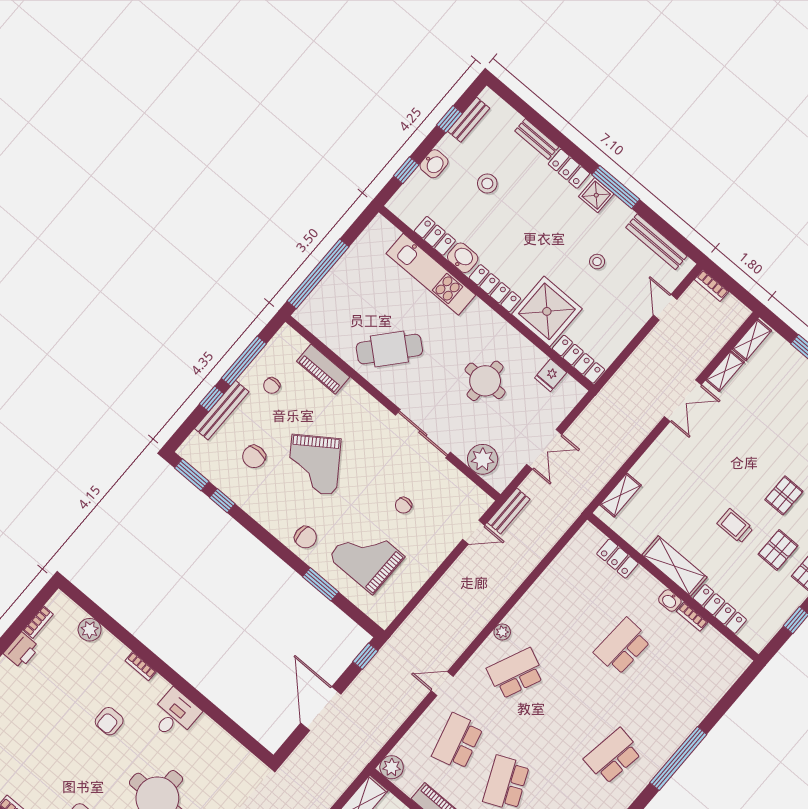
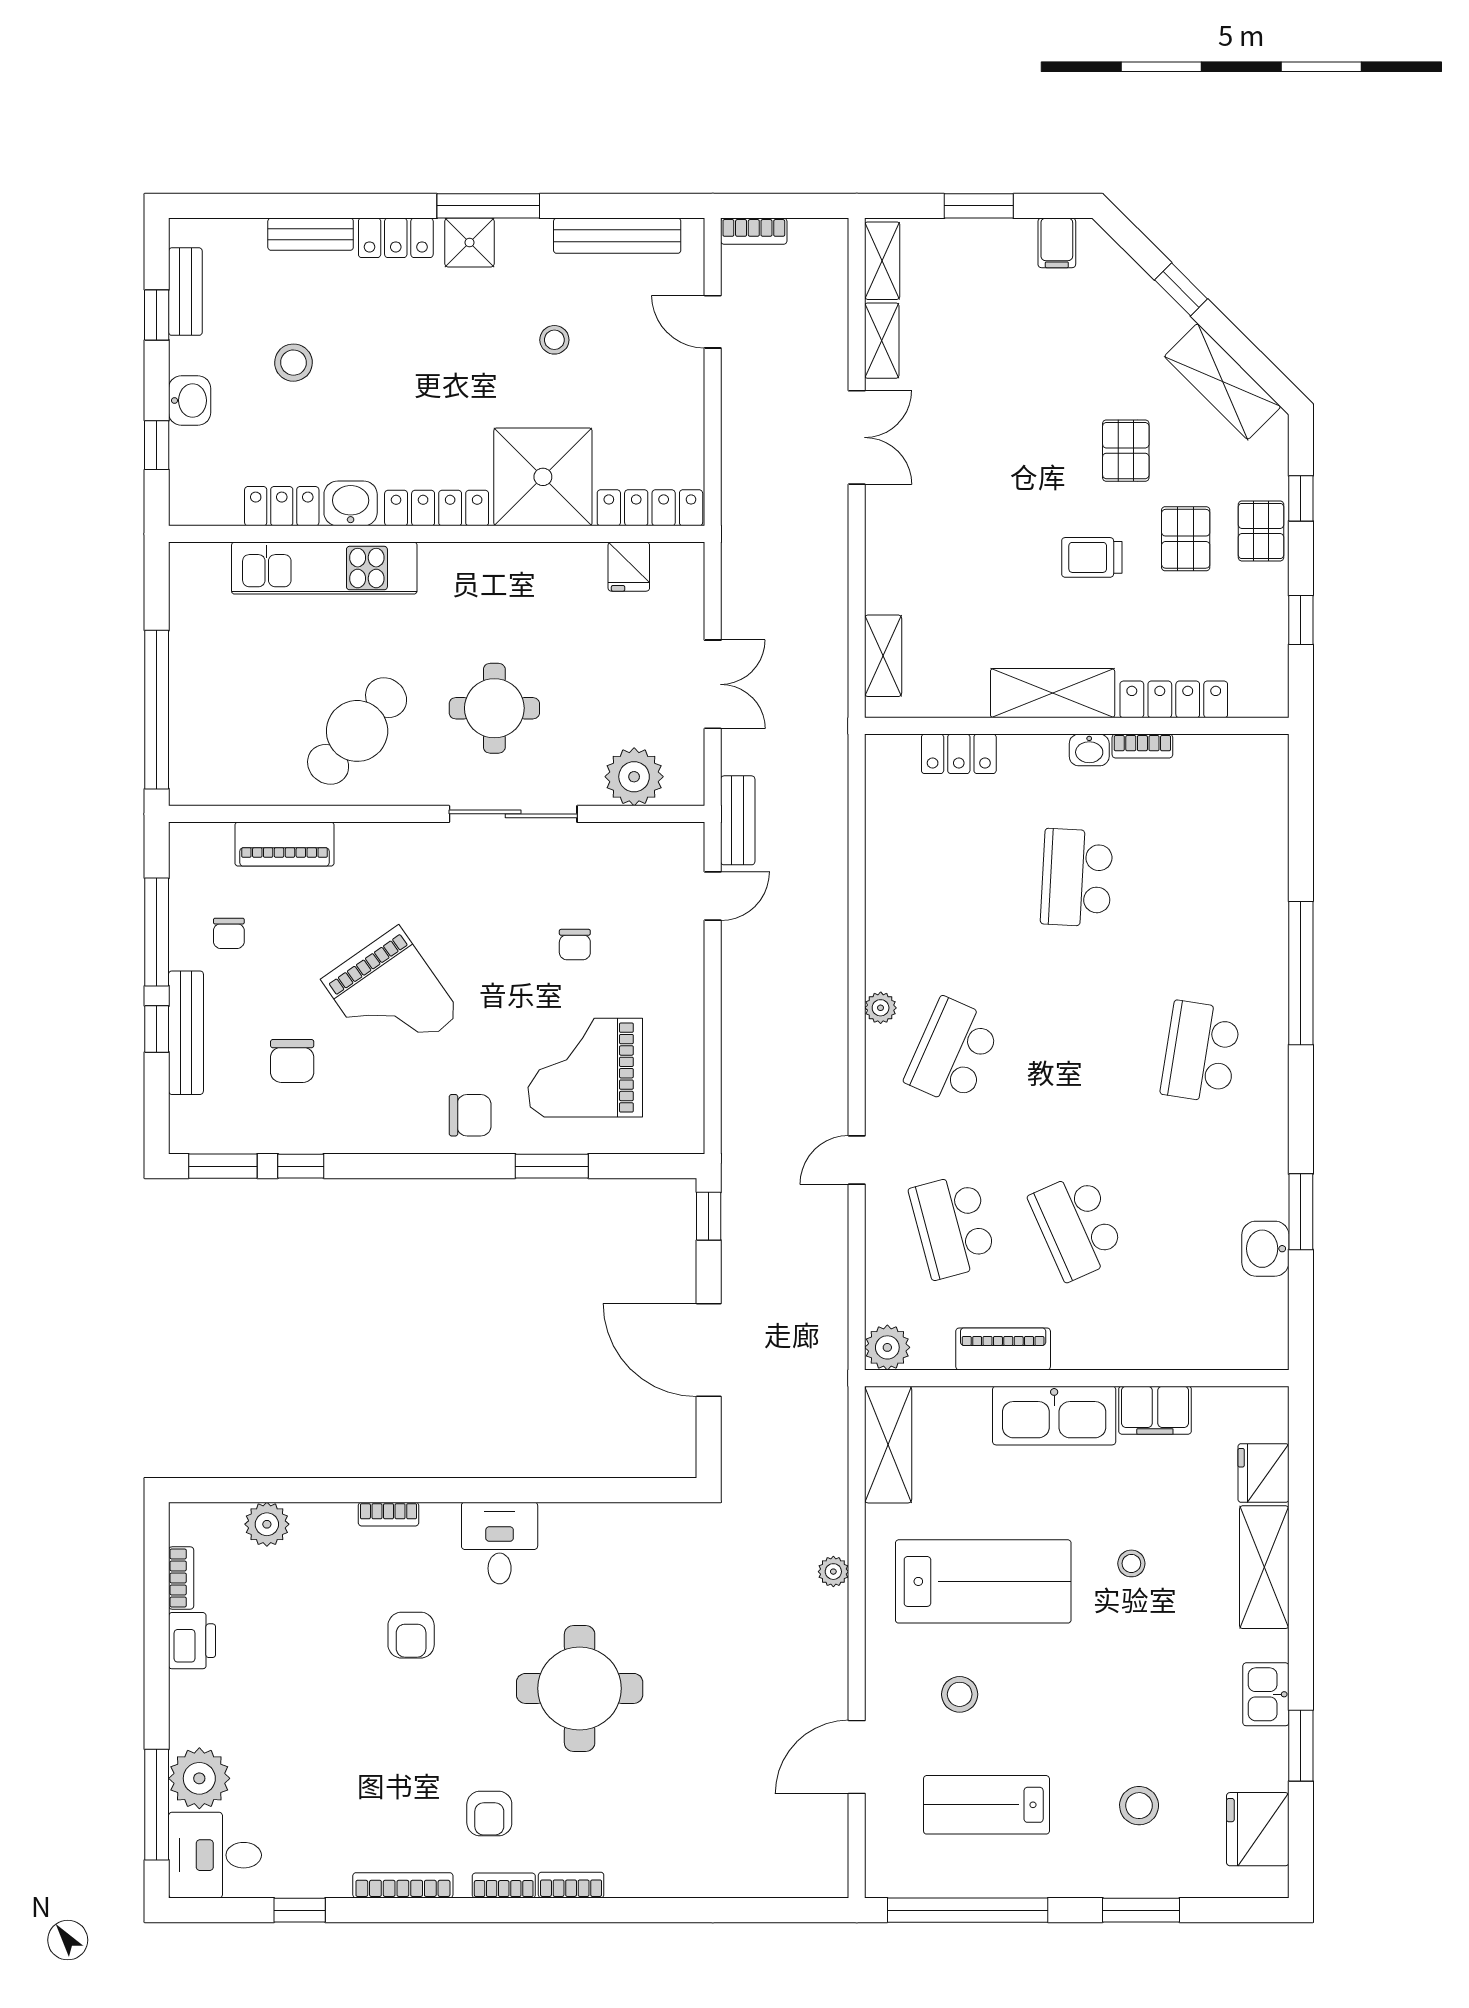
round table: (485, 381) -> (494, 708), moved

